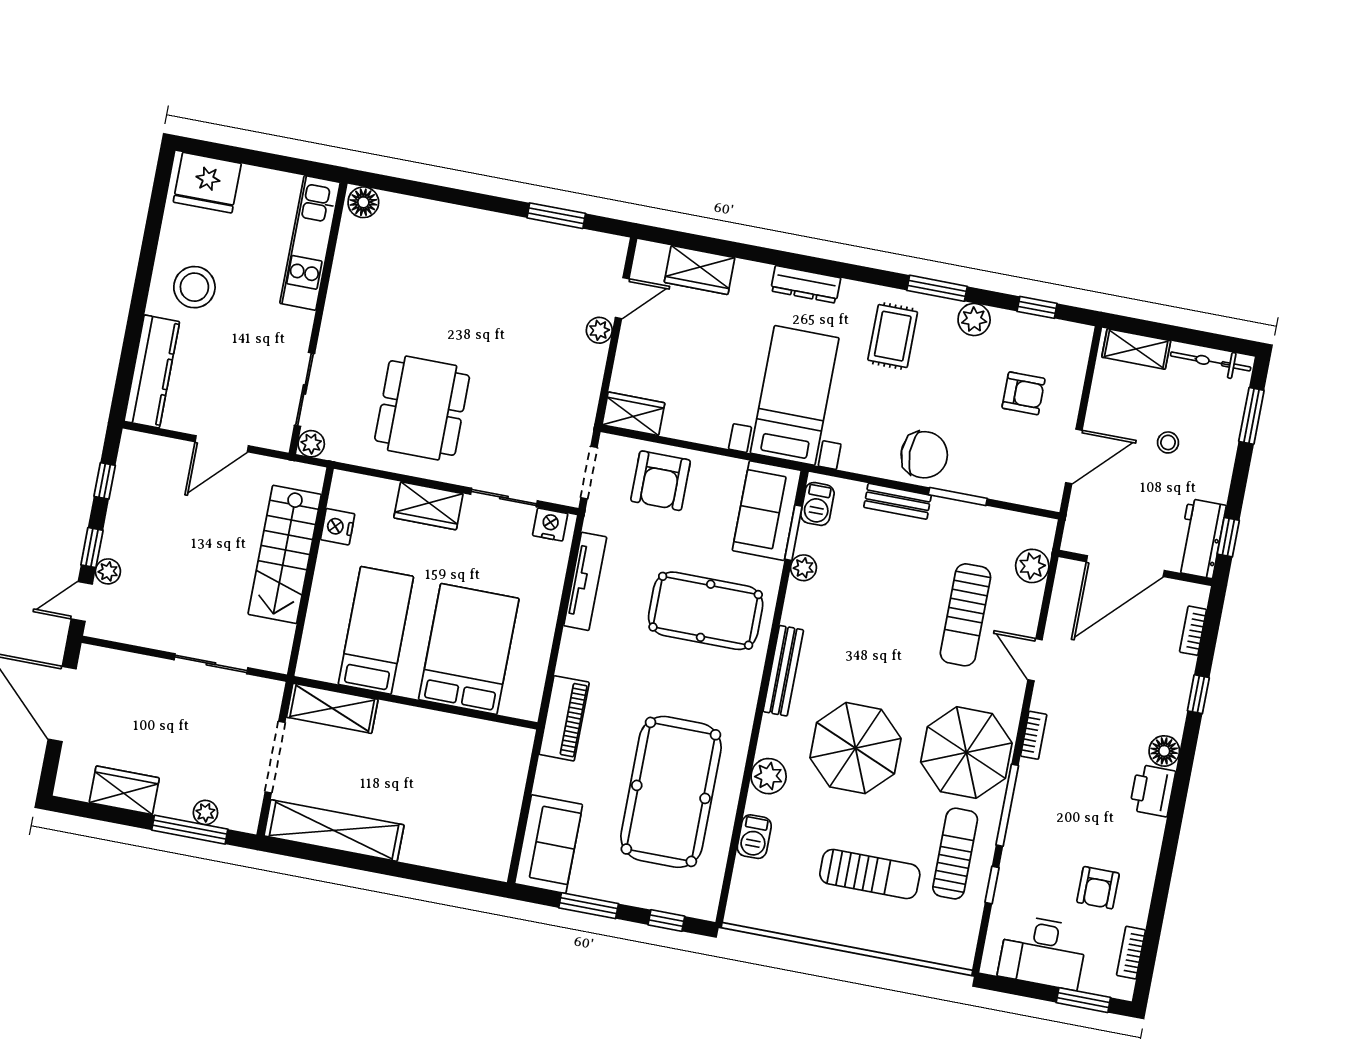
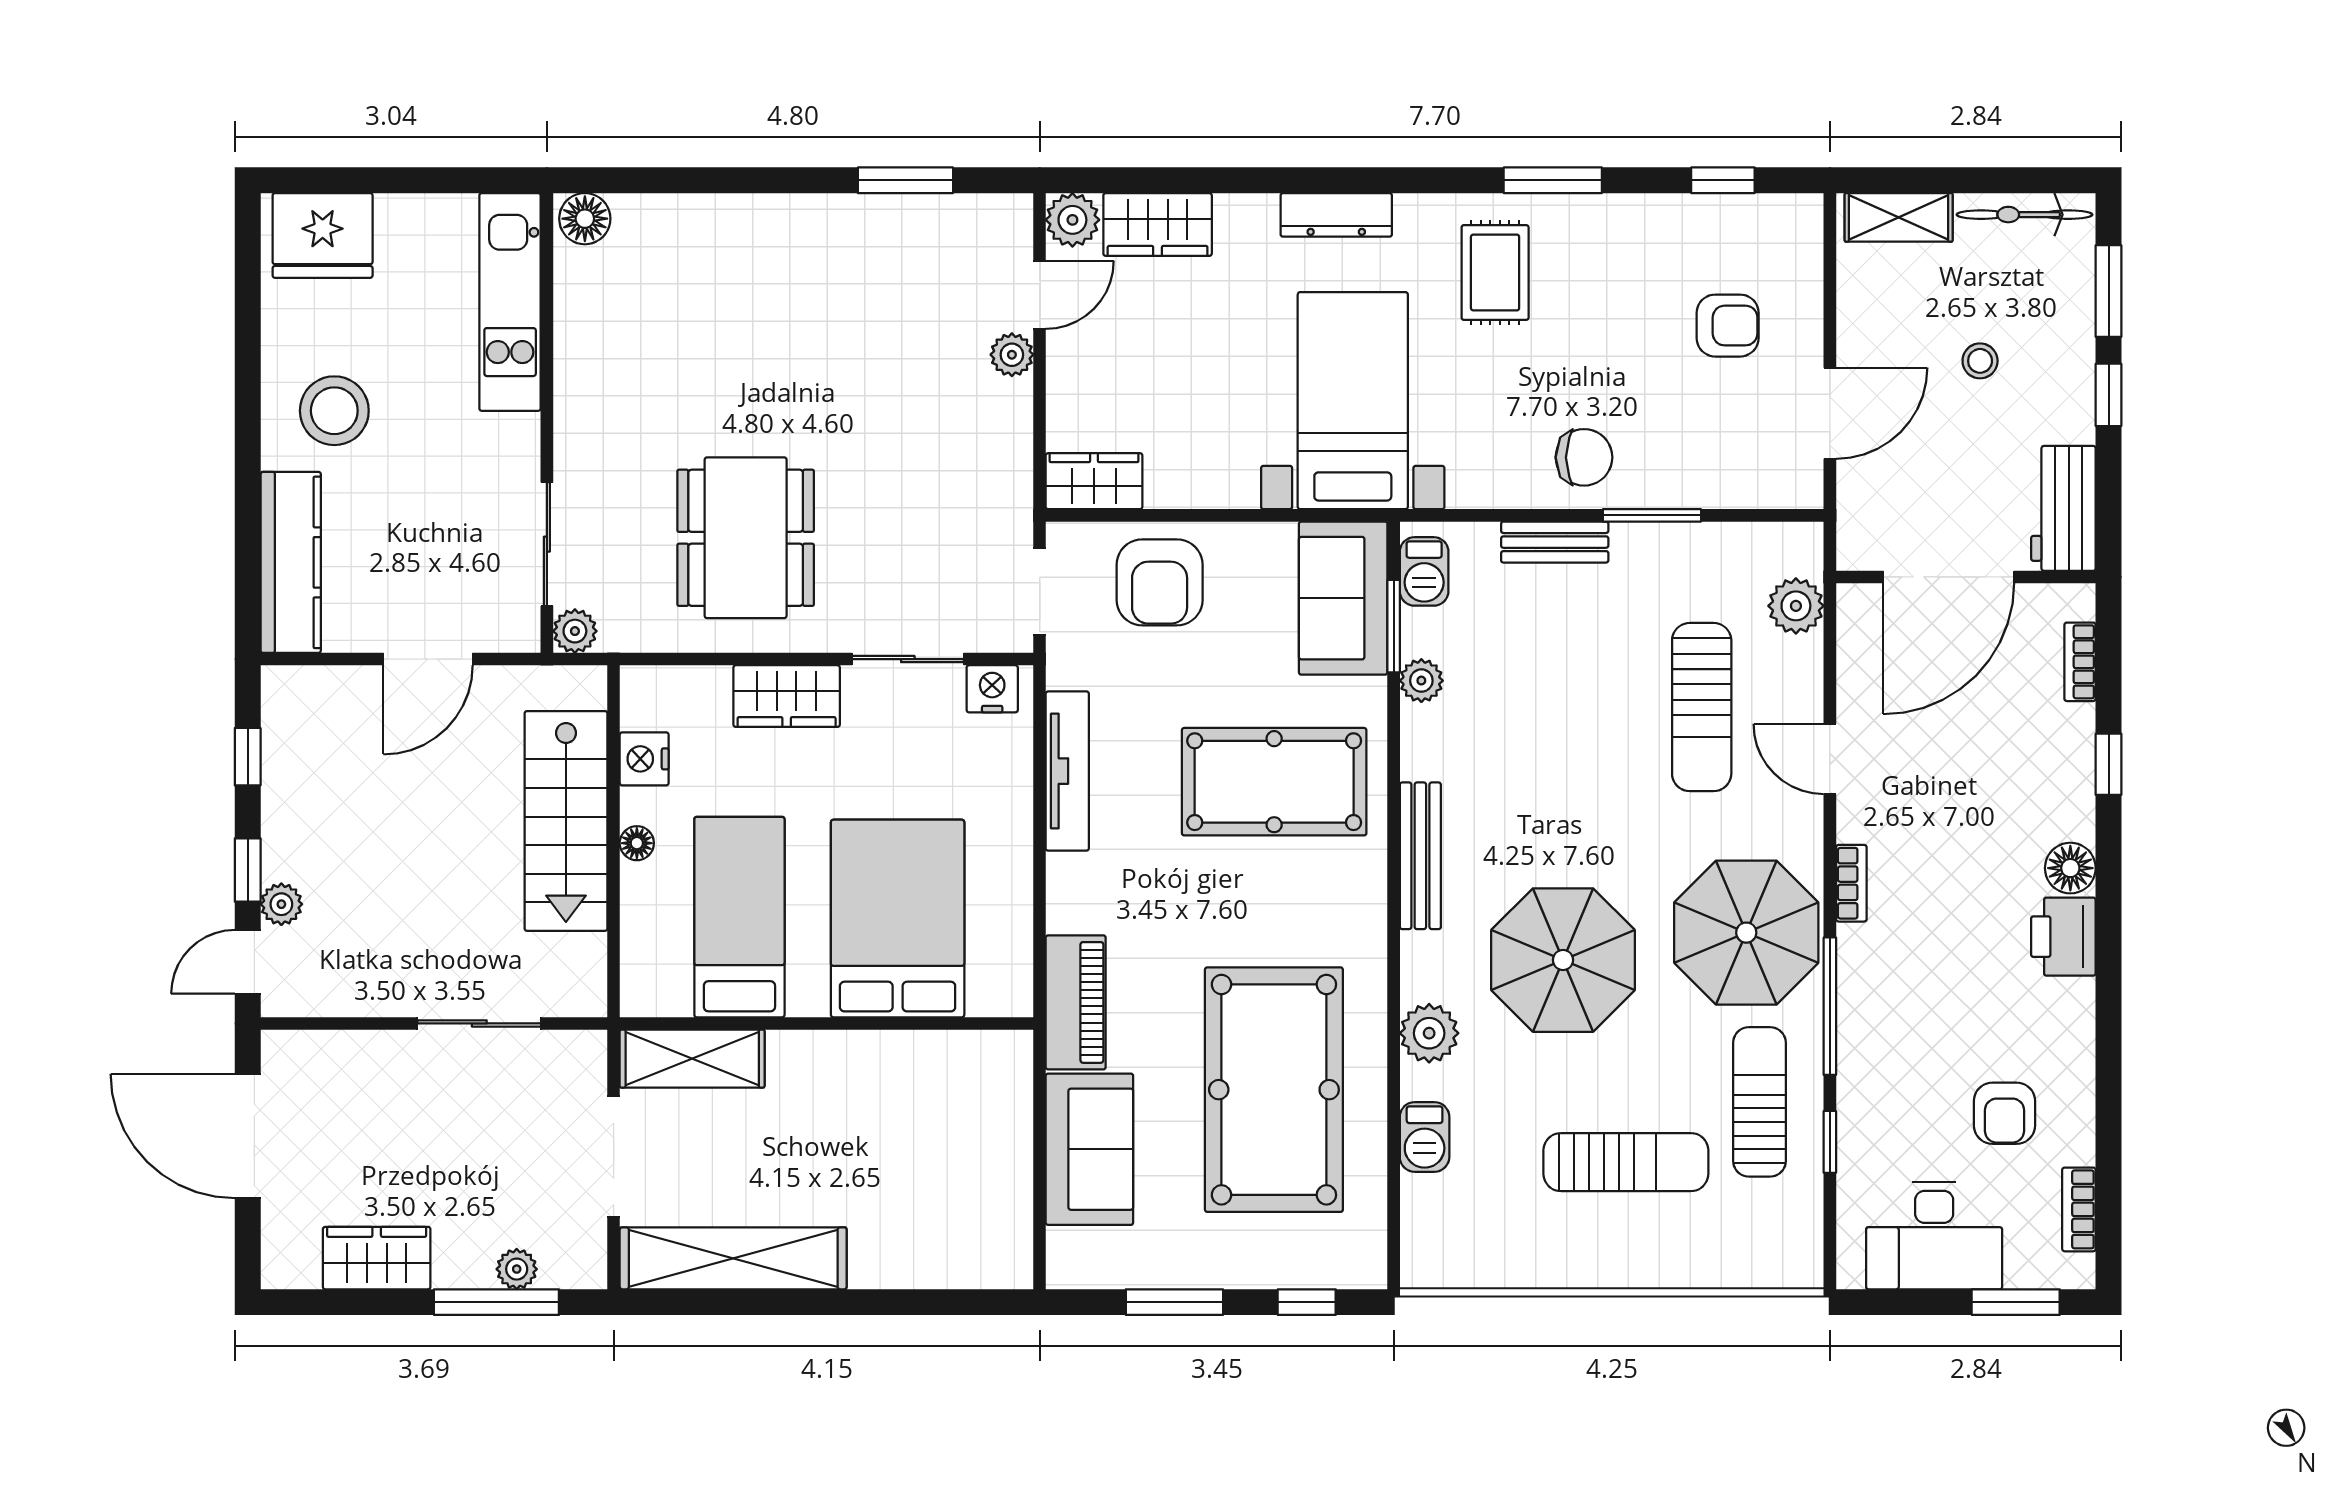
plant: (974, 319) -> (1072, 220), moved
chair: (924, 455) -> (1584, 457), width x0.73, depth x0.73
window: (1228, 537) -> (2109, 395), moved
floor lamp: (324, 575) -> (637, 843), added
sofa: (549, 844) -> (1089, 1149), moved

